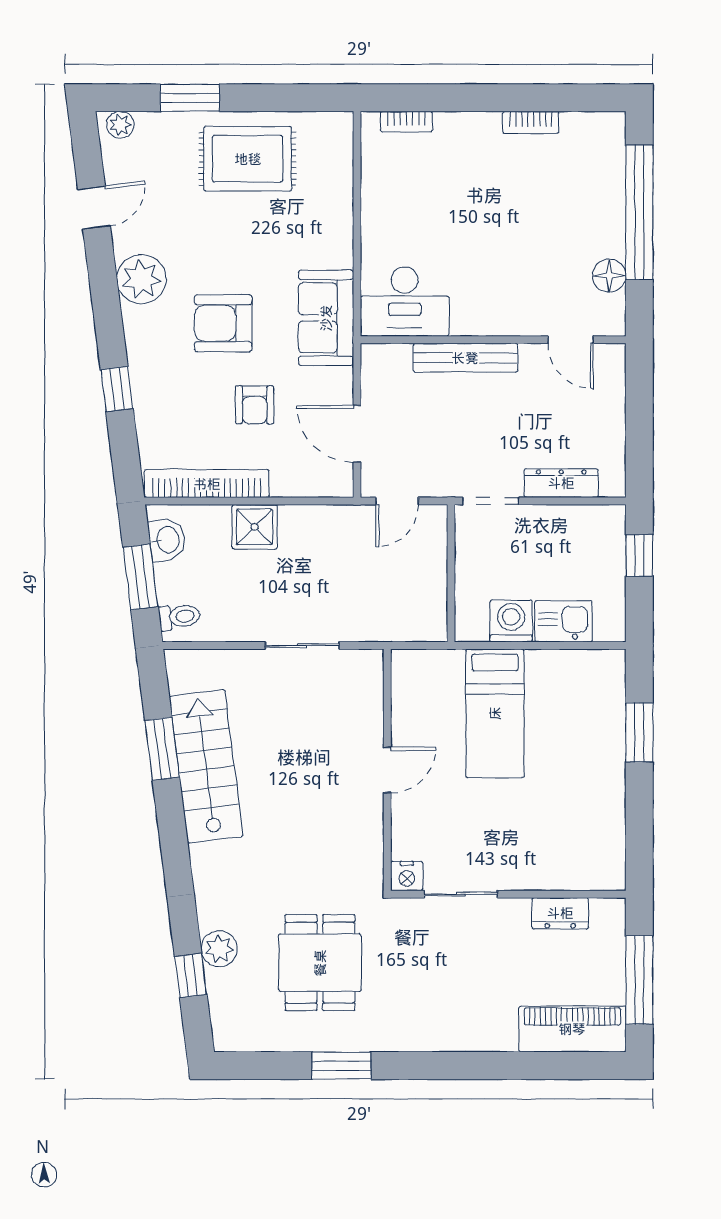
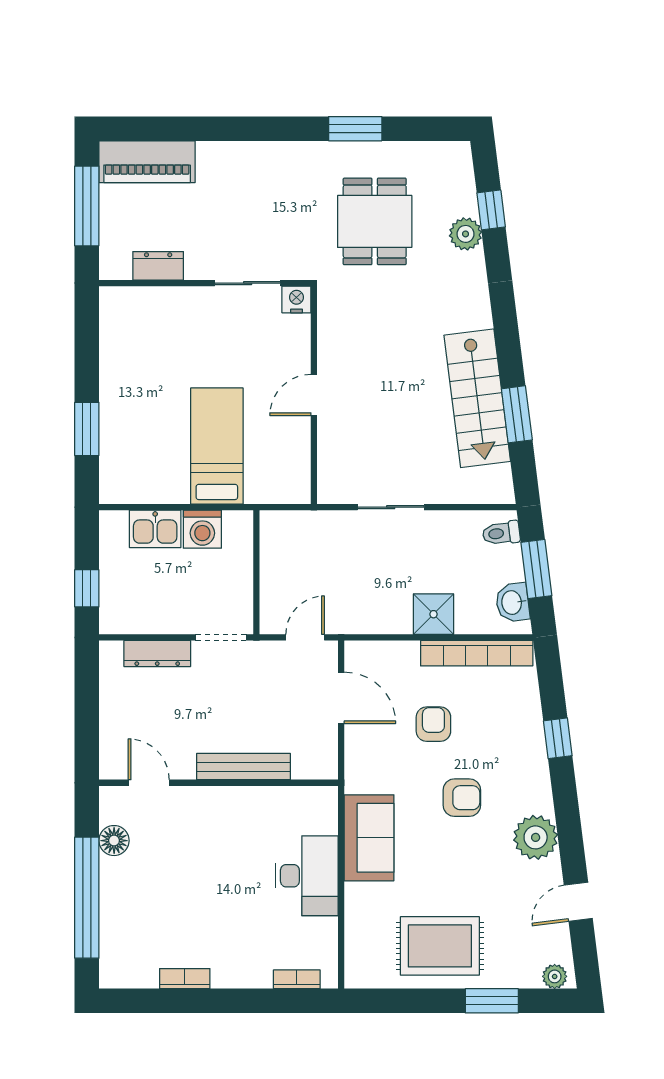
desk: (405, 302) -> (307, 876), moved, turned 90
sofa: (326, 318) -> (369, 838), moved
armchair: (223, 323) -> (462, 798), width x0.72, depth x0.72

